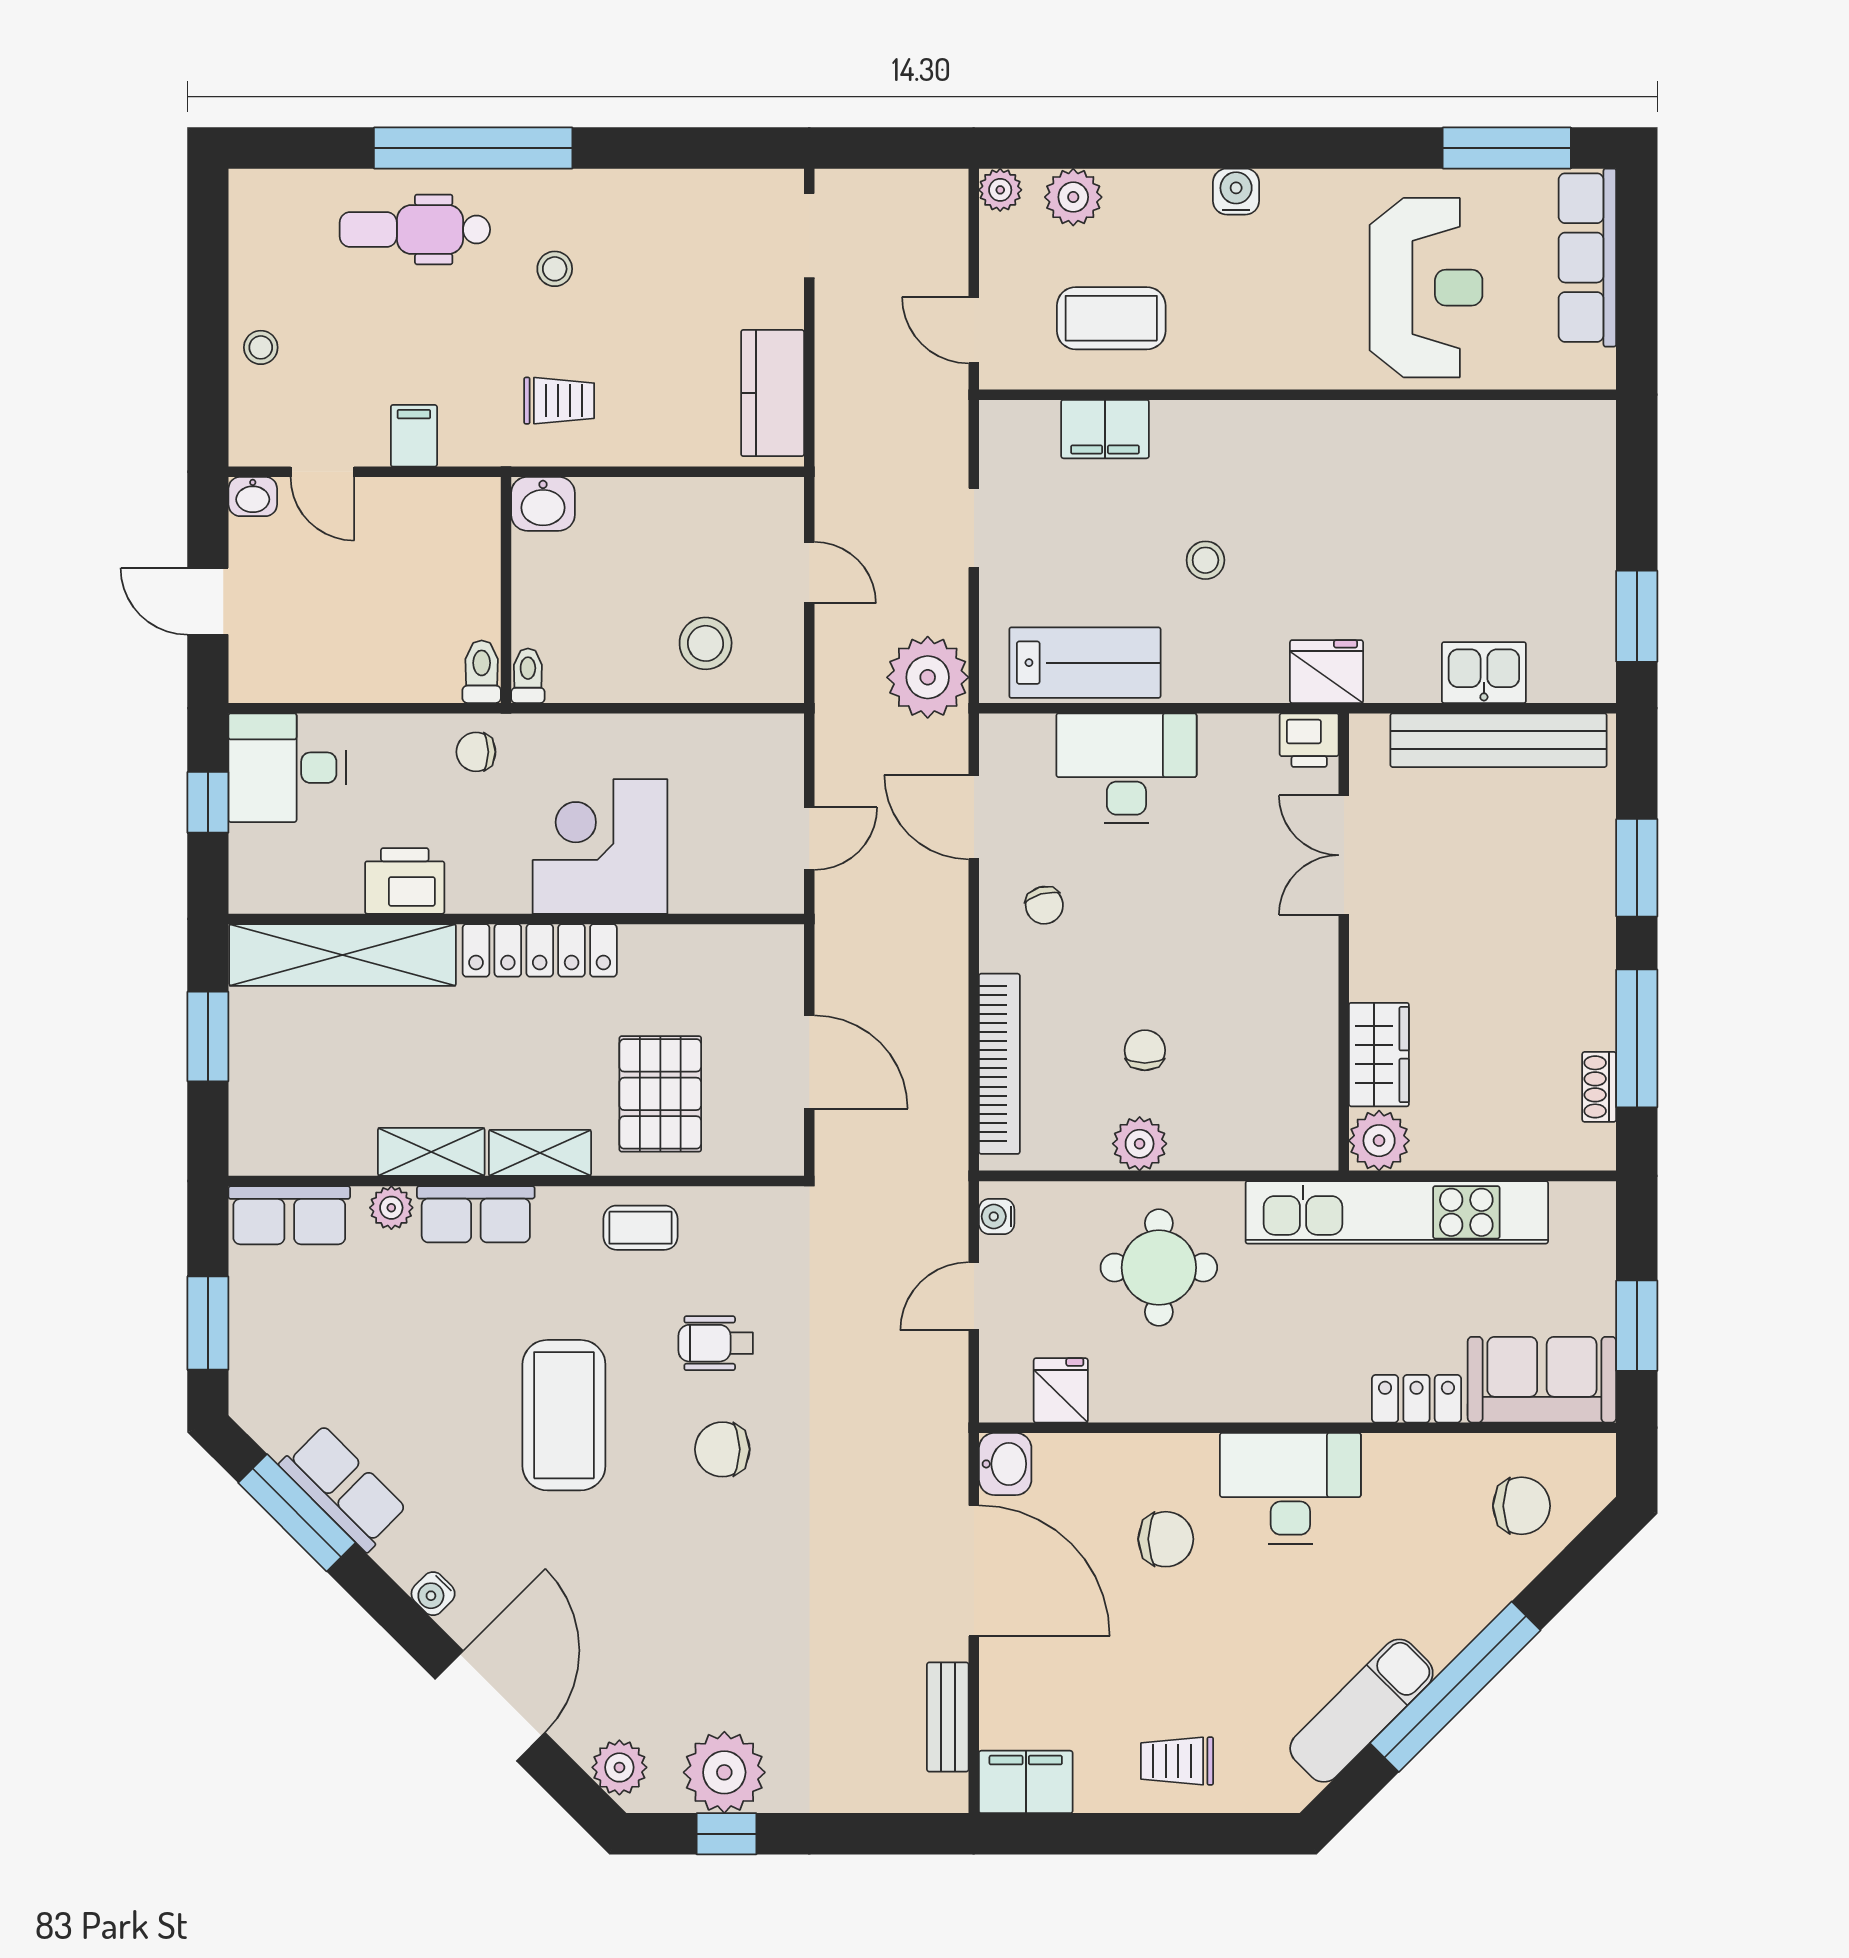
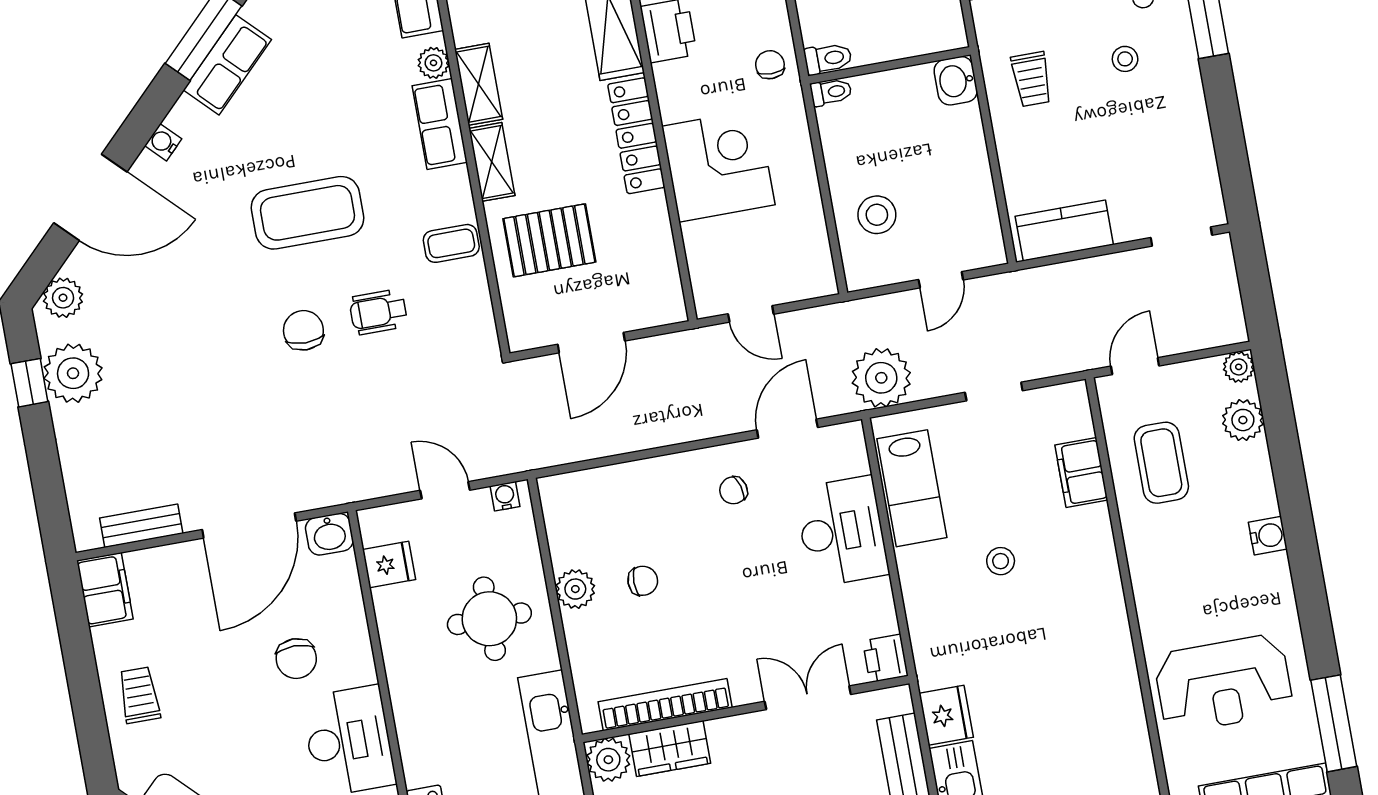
fridge: (1327, 672) -> (946, 715), moved
bookcase: (999, 1064) -> (665, 705), moved, turned 180
coffee table: (641, 1228) -> (451, 243), turned 90
wheelchair: (716, 1343) -> (378, 312), turned -90

